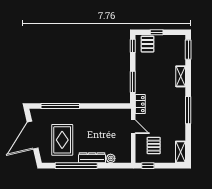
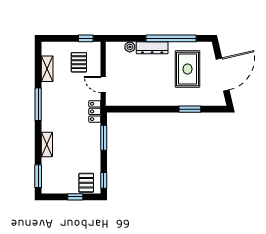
window: (60, 106) -> (190, 109), width x0.47
shelving: (180, 152) -> (47, 69), moved

